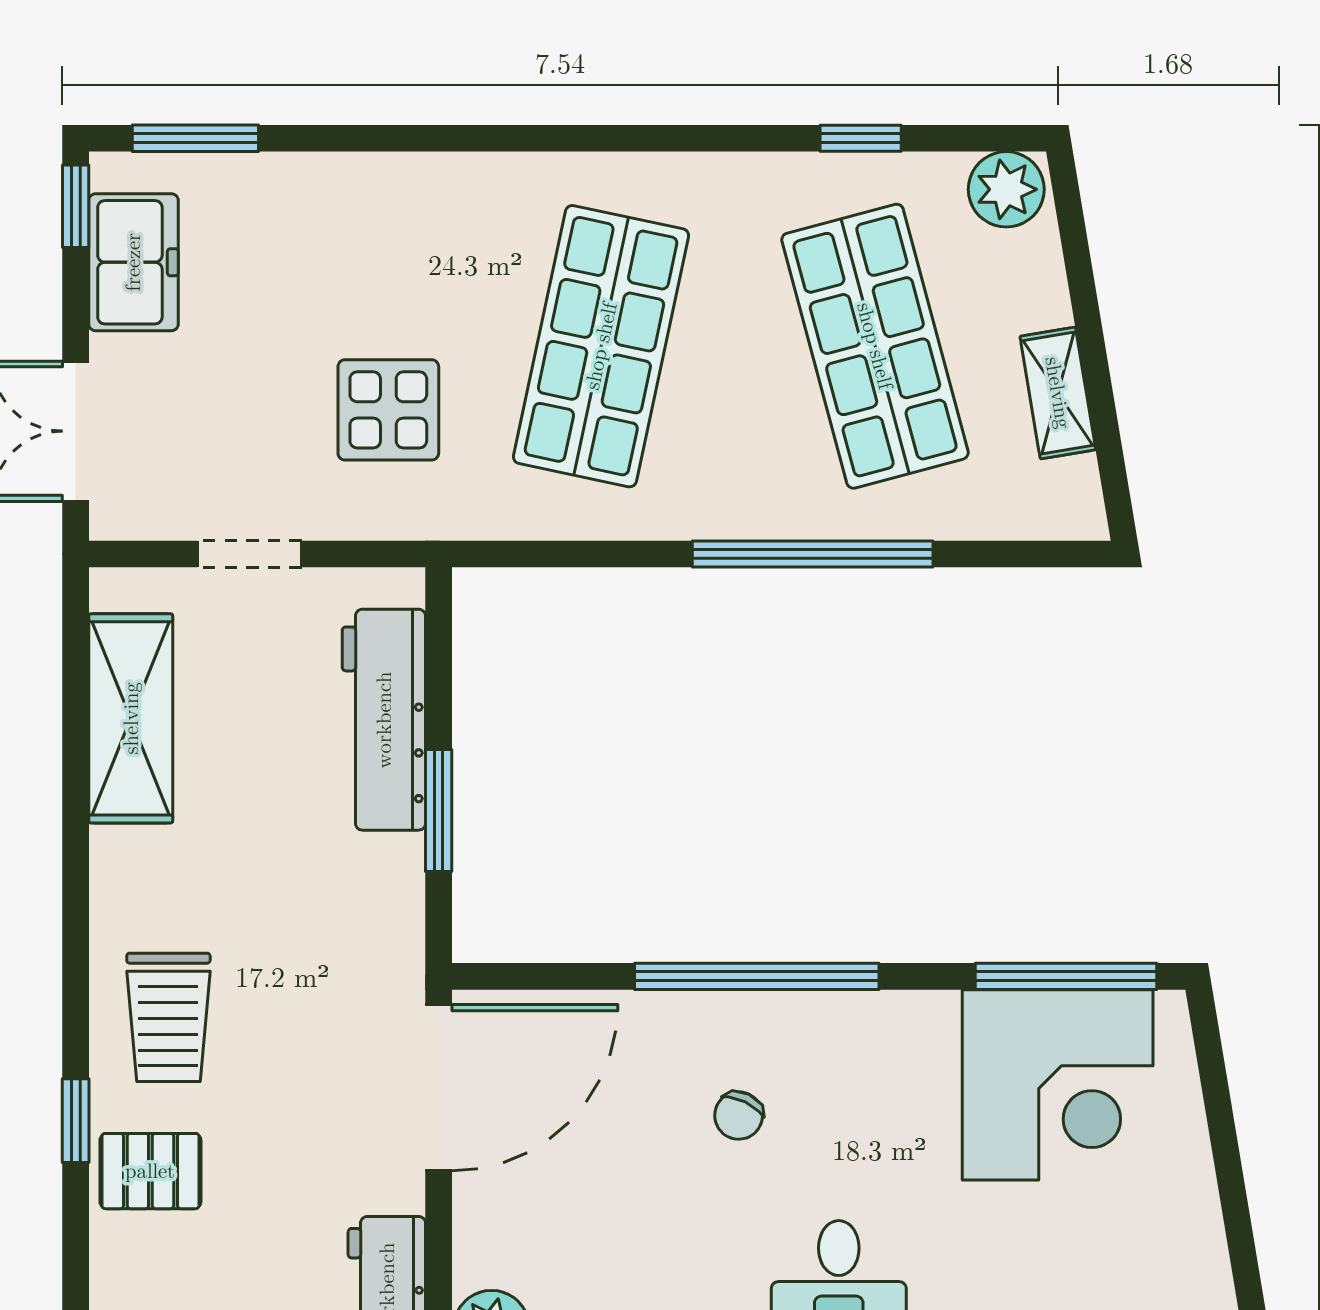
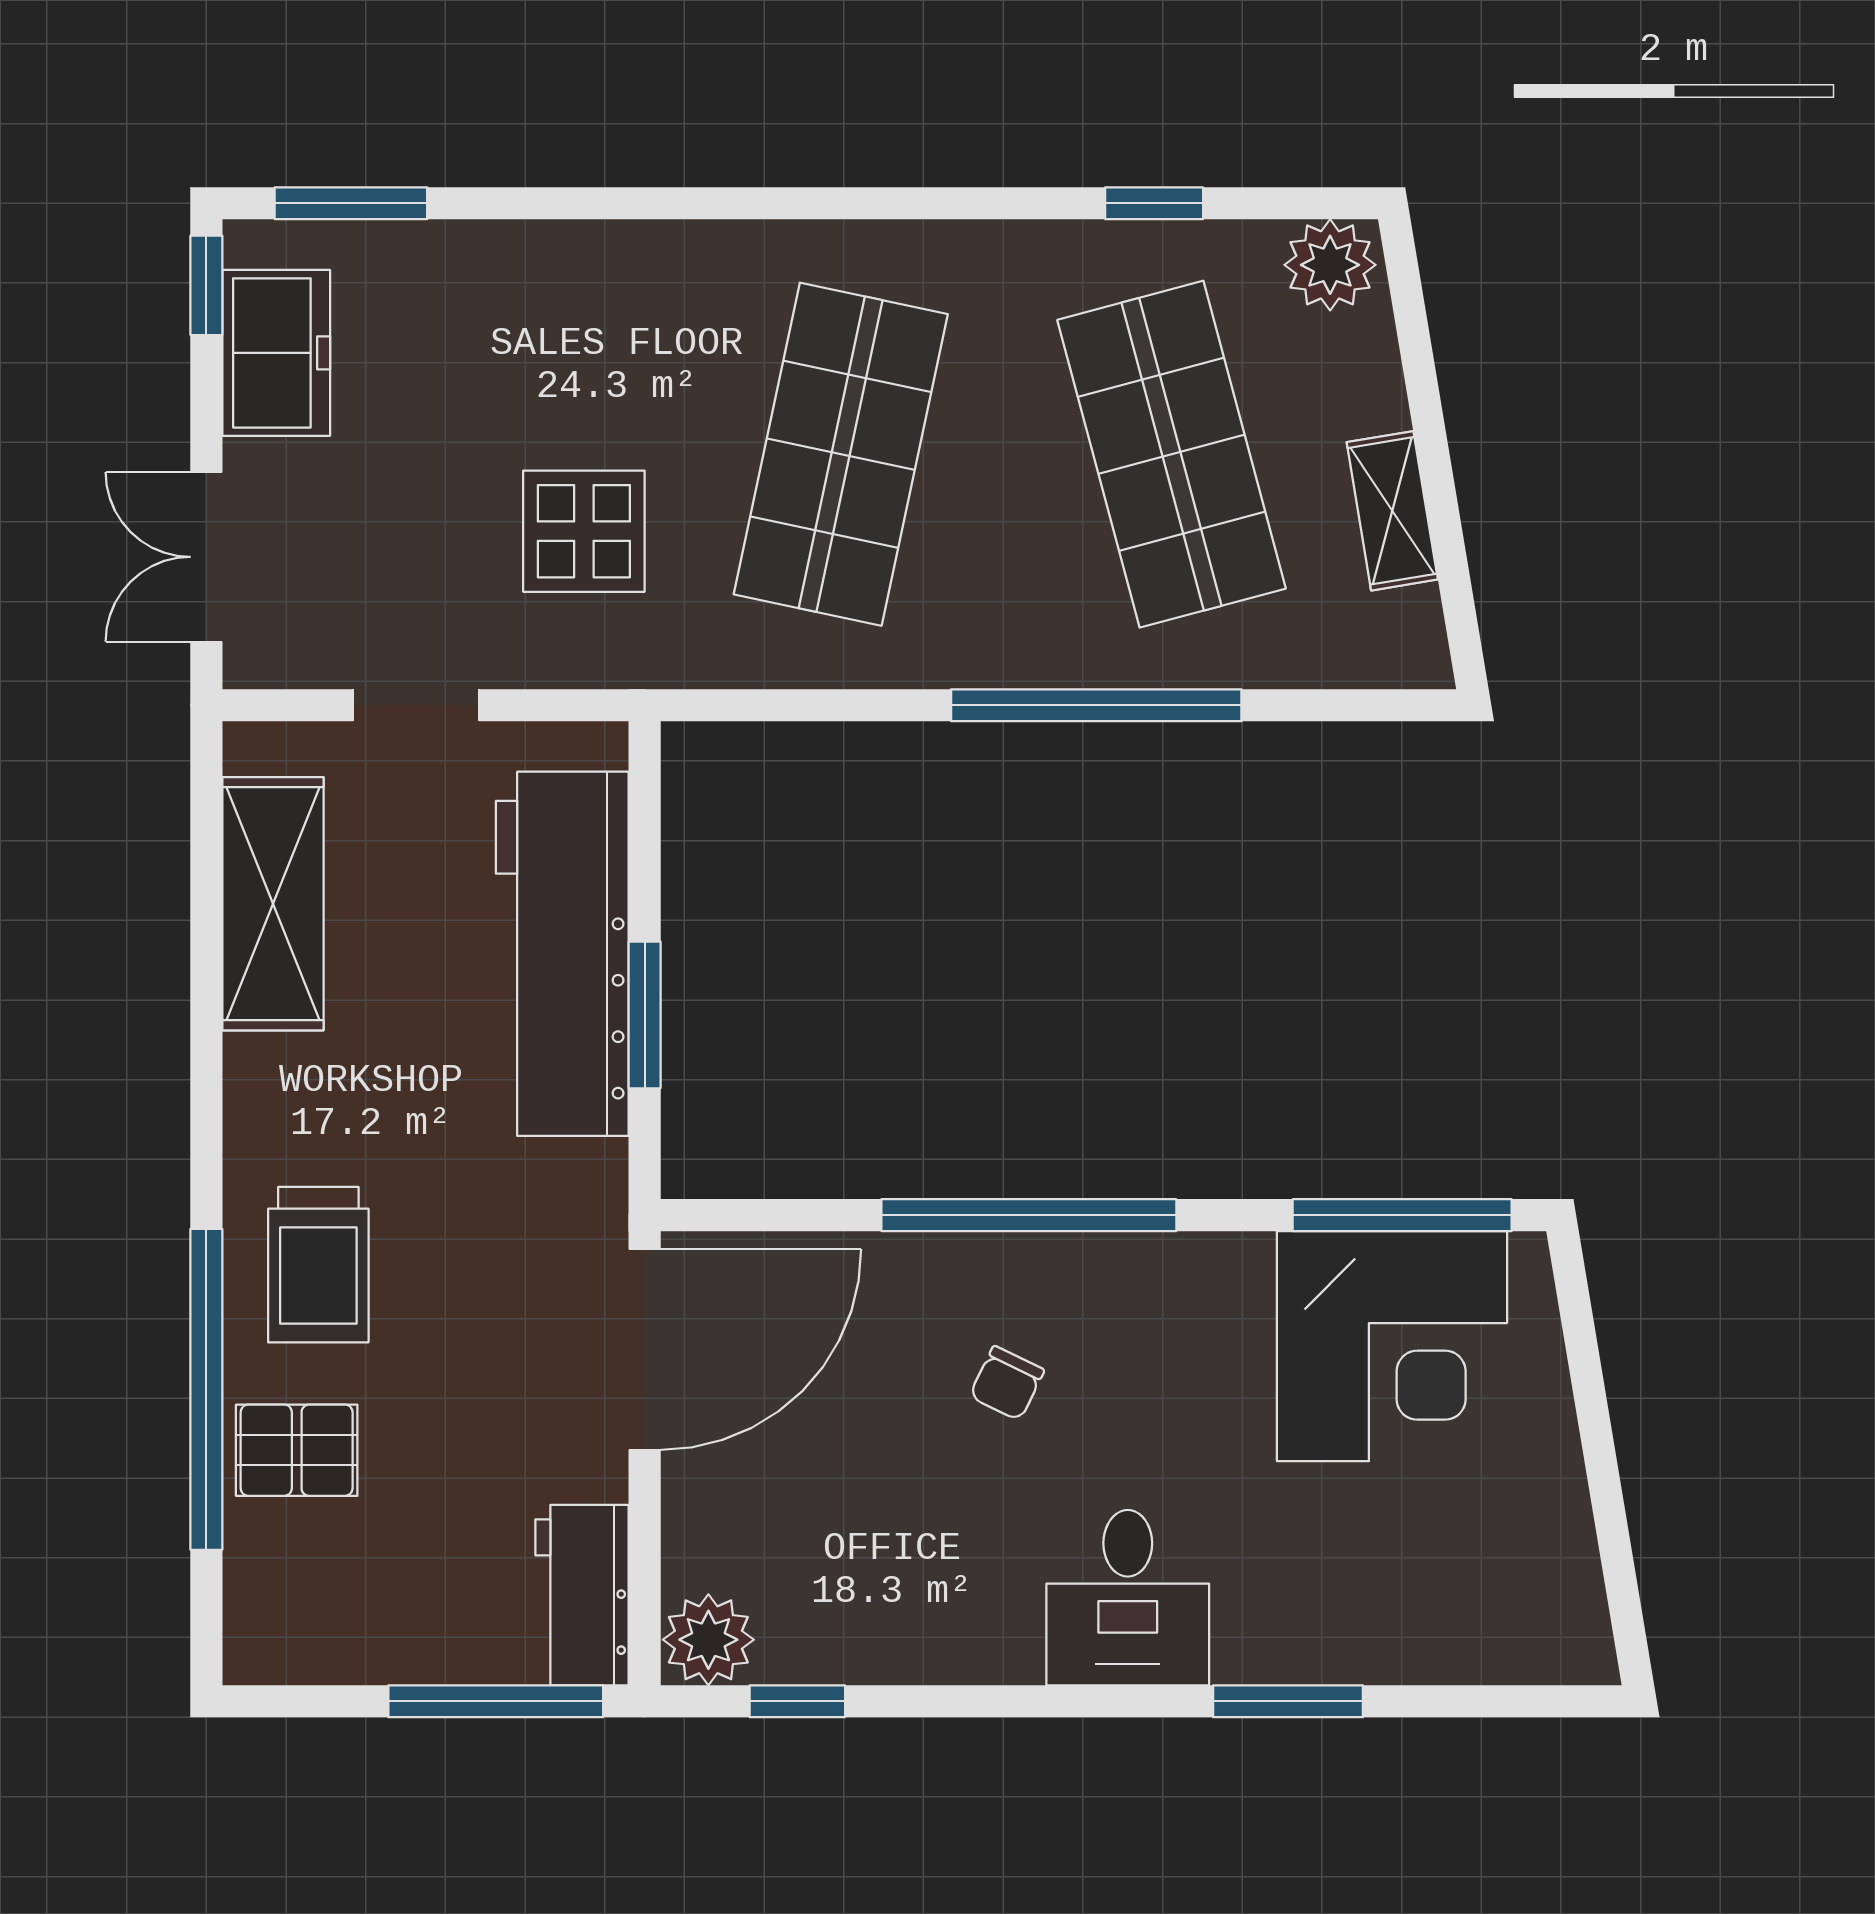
workbench: (384, 720) -> (562, 954), width x1.36, depth x1.32
window: (76, 1121) -> (206, 1389), width x3.17

